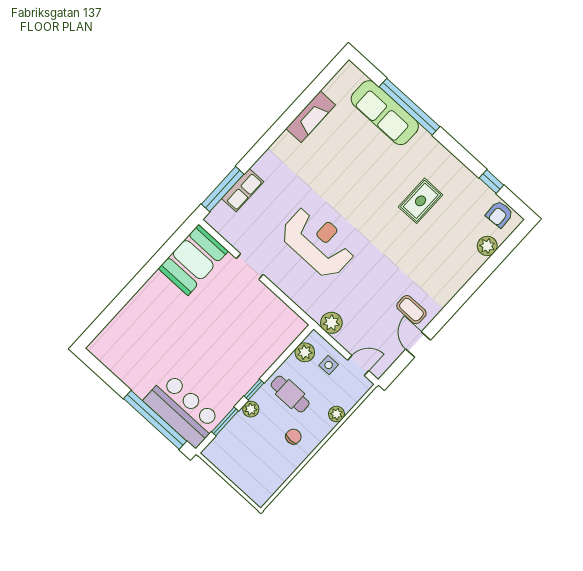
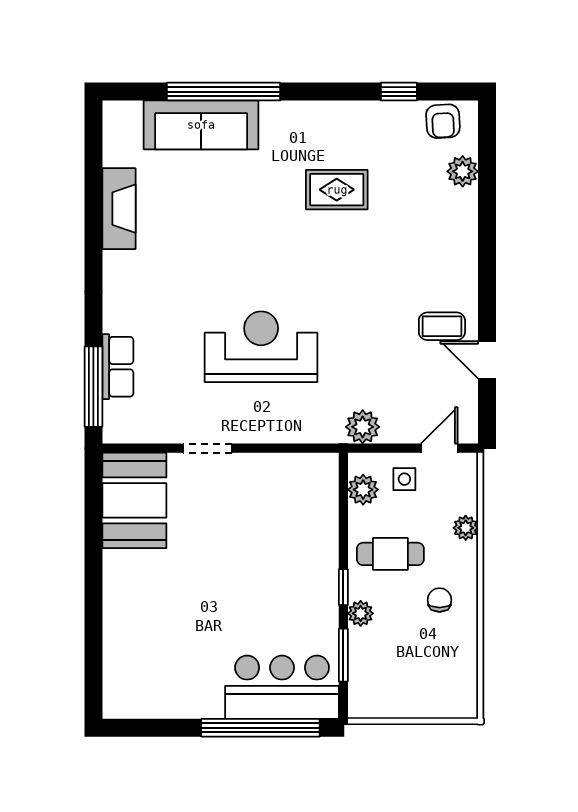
rug: (421, 201) -> (337, 190), turned 90

